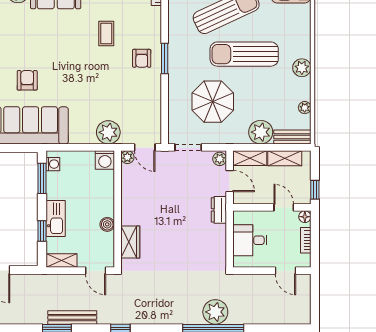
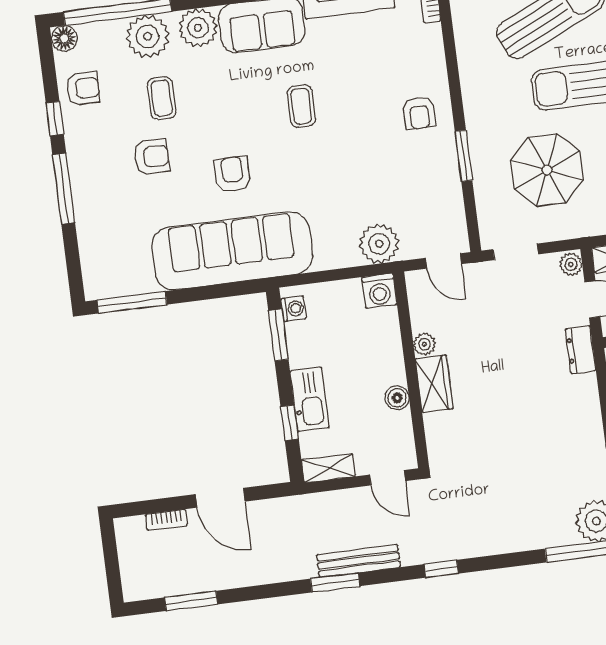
coffee table: (106, 33) -> (301, 106), moved
window: (165, 59) -> (464, 156), moved
plant: (127, 157) -> (424, 344), moved
wardrobe: (130, 242) -> (434, 384), moved

